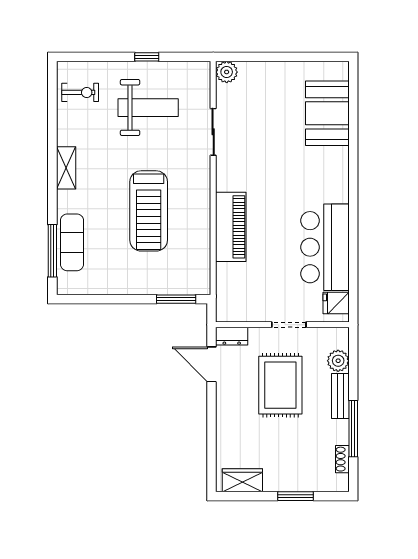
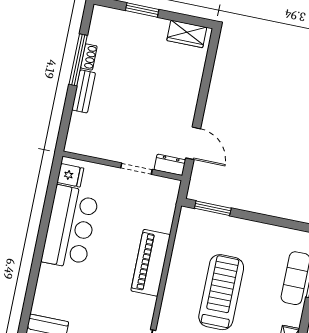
doorway: (289, 325) -> (136, 169), moved
plant: (338, 361) -> (79, 123), removed
rug: (280, 385) -> (135, 112), removed
shoe rack: (342, 459) -> (89, 57), moved

